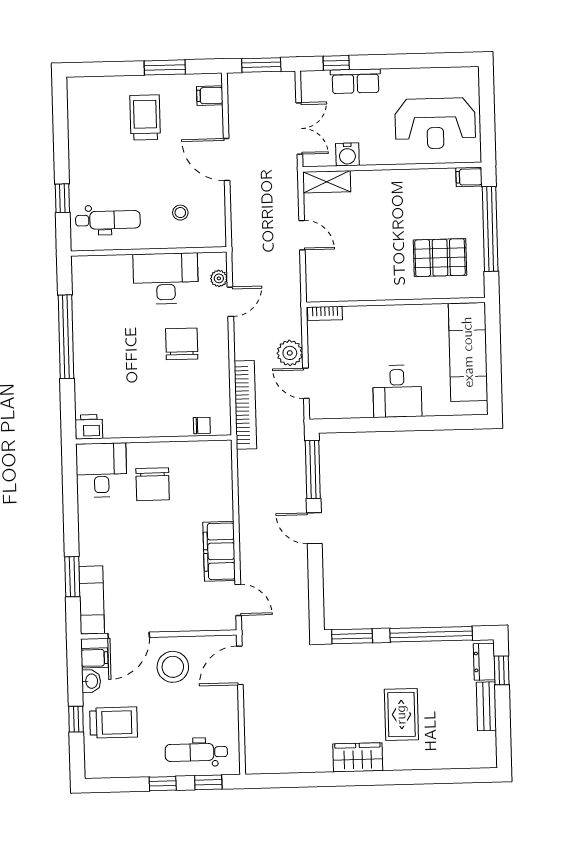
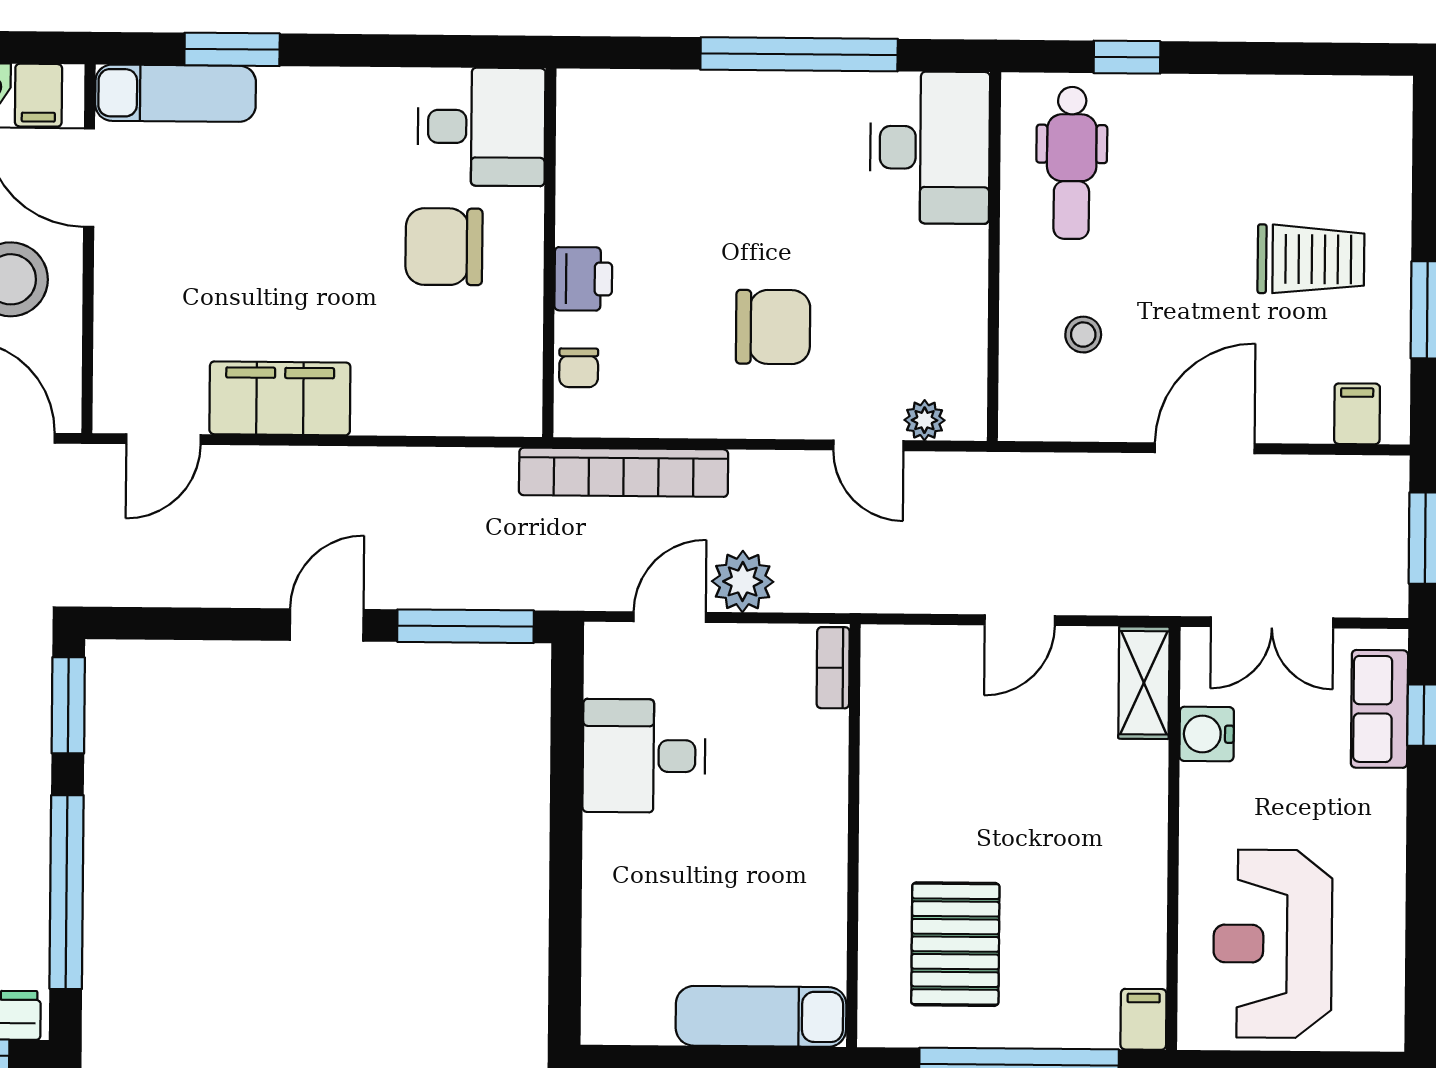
row of seats: (355, 81) -> (1379, 709), moved
desk: (166, 279) -> (930, 148), moved
exam couch: (468, 352) -> (761, 1016), width x0.73, depth x0.69
desk: (397, 391) -> (644, 756), moved
printer: (89, 427) -> (583, 279), moved

